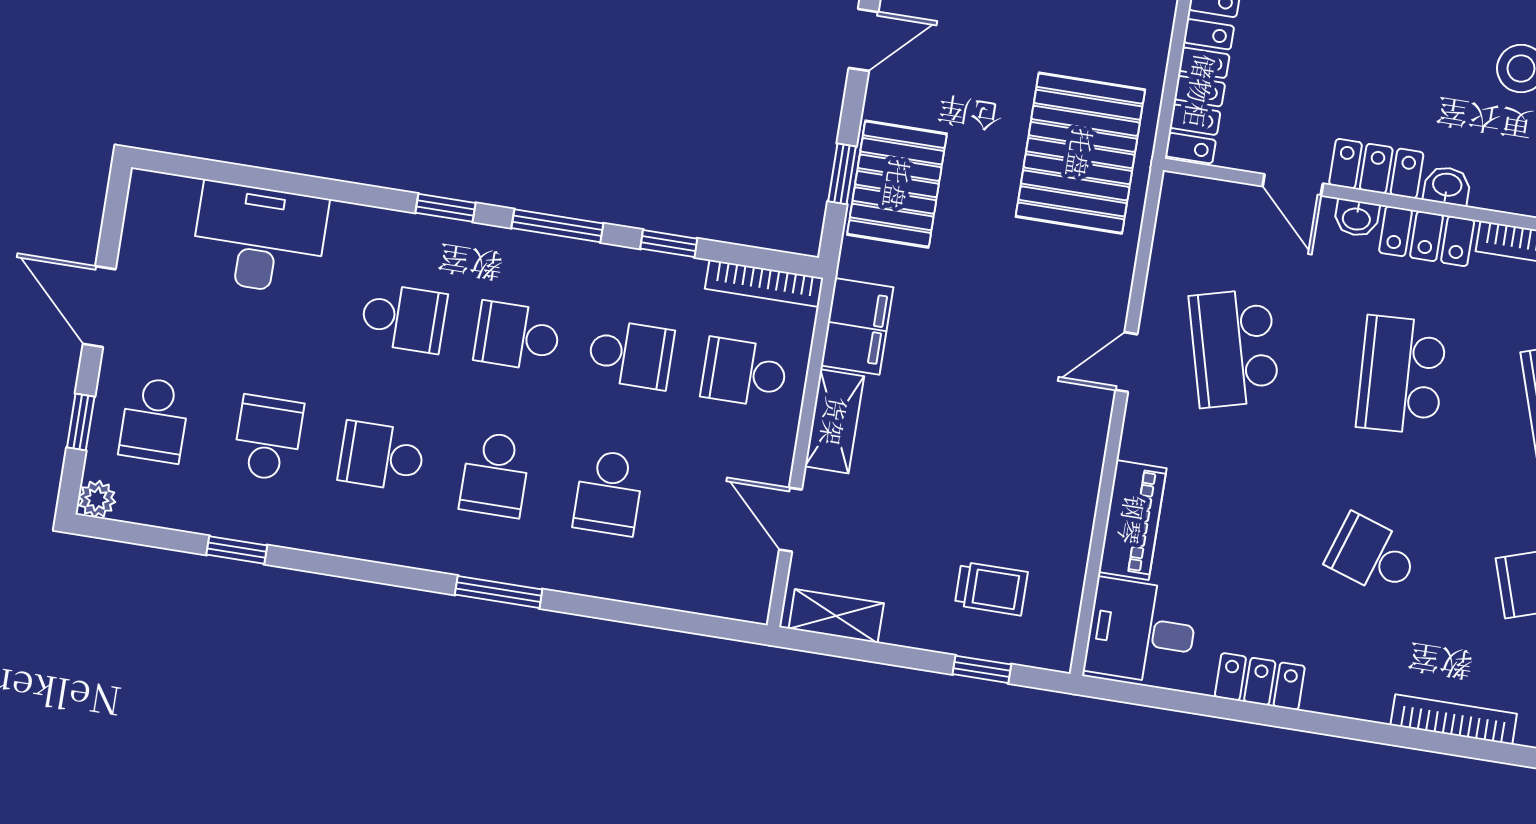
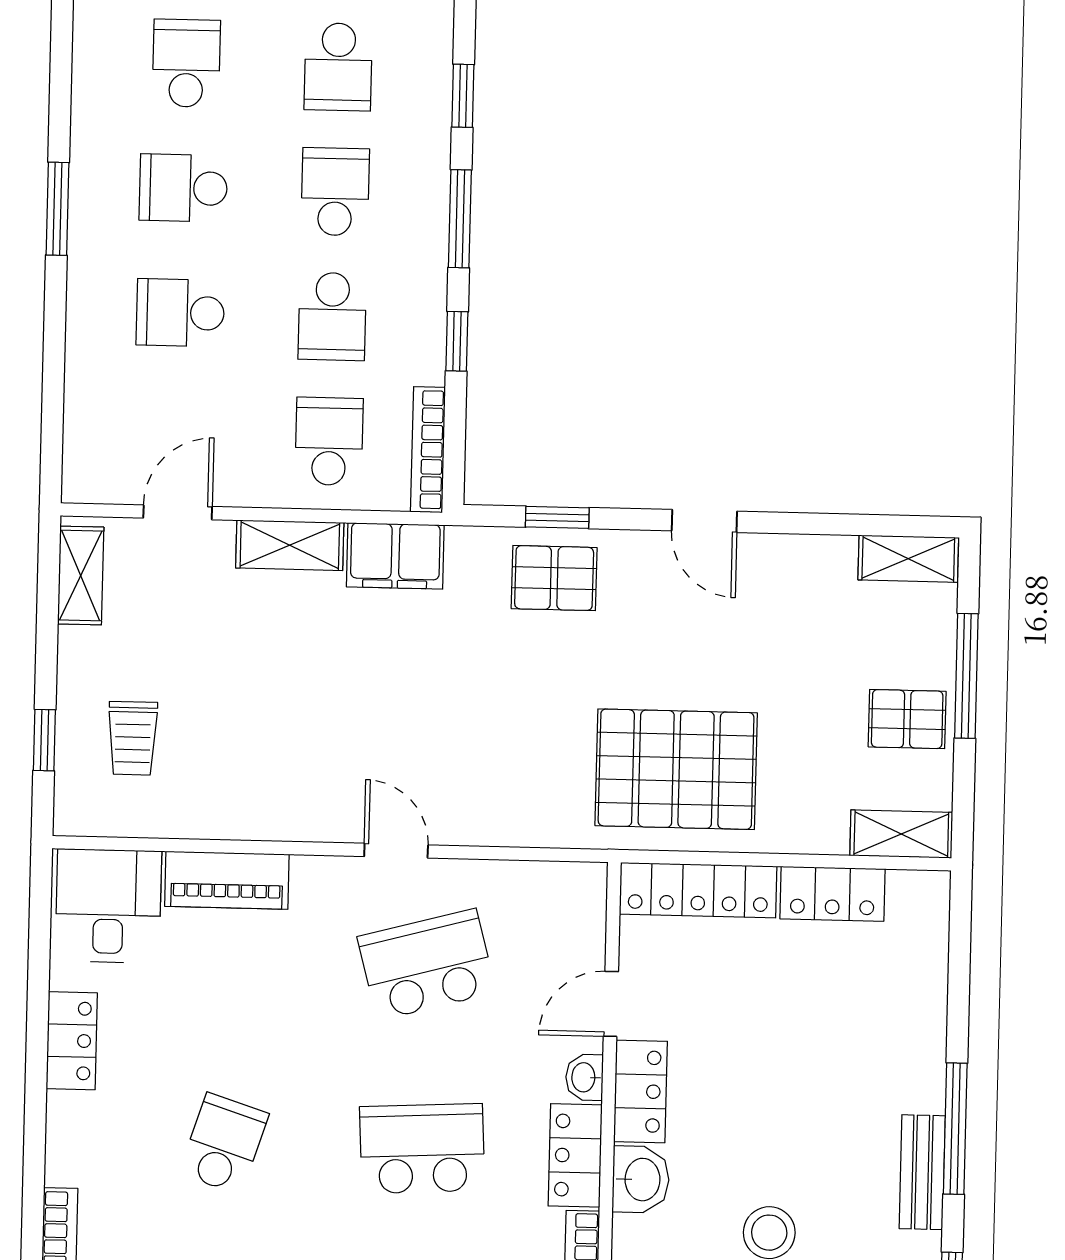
pallet: (1080, 153) -> (676, 769), moved
pallet: (897, 184) -> (554, 578), width x0.67, depth x0.71
washbasin: (1447, 186) -> (641, 1179), width x1.38, depth x1.45

